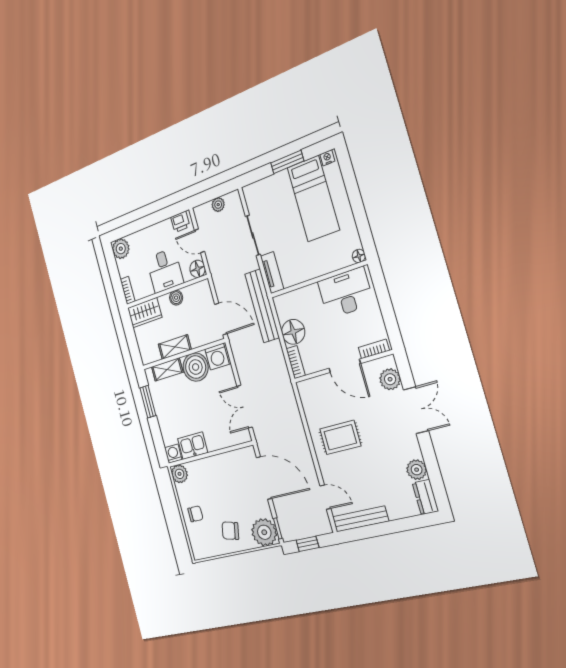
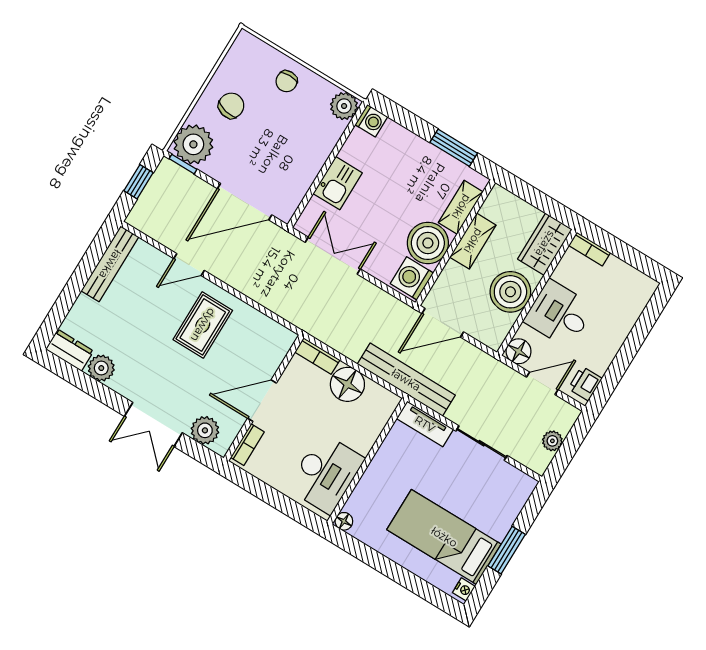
plant: (121, 249) -> (640, 288), removed
boiler: (176, 298) -> (510, 292), width x1.86, depth x1.86
kitchen sink: (193, 446) -> (338, 183), moved
door: (325, 497) -> (189, 265), moved

